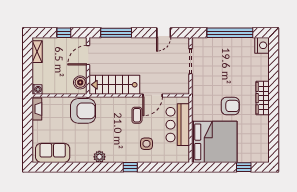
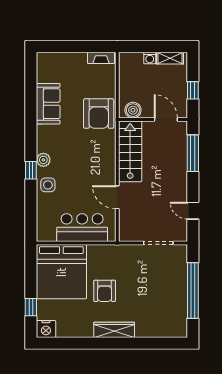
nightstand: (262, 45) -> (46, 329), moved
washing machine: (37, 89) -> (150, 58), moved
coffee table: (137, 115) -> (93, 178), removed
side table: (146, 144) -> (48, 185), moved
sofa: (53, 153) -> (48, 104), moved
plant: (99, 157) -> (43, 160), moved

